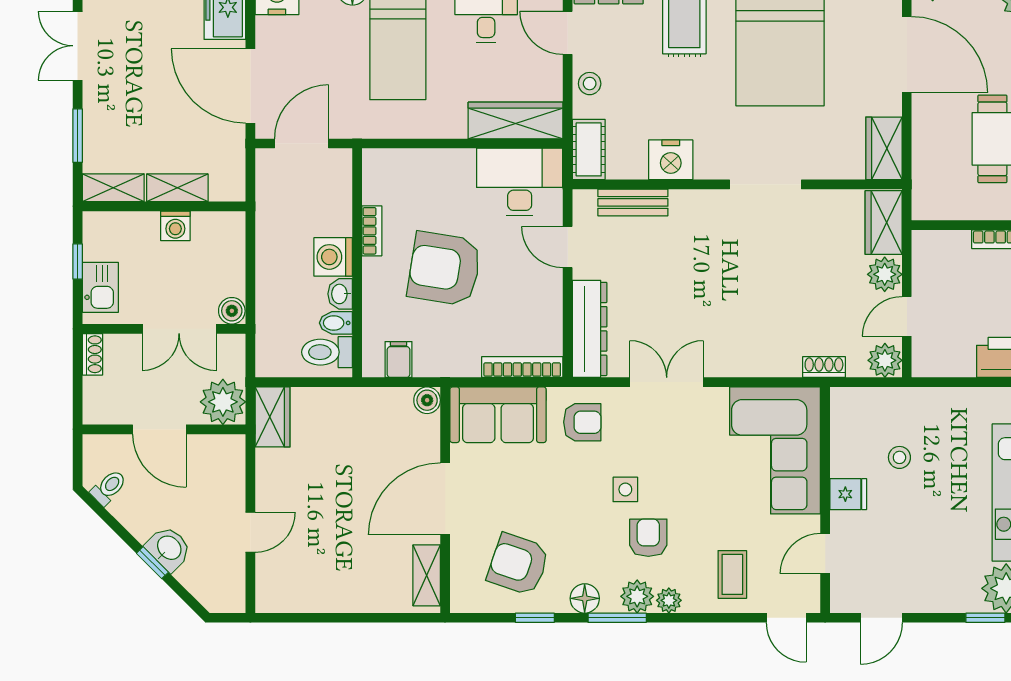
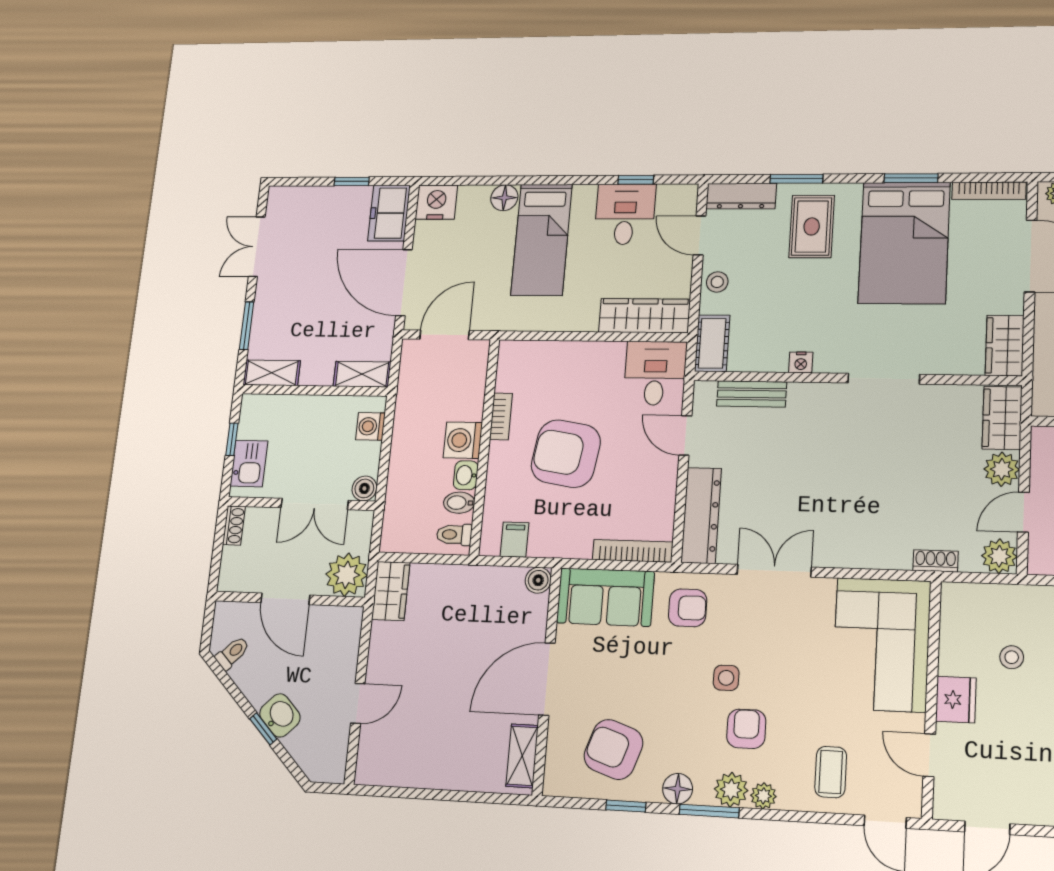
nightstand: (671, 160) -> (801, 362), width x0.53, depth x0.56
desk: (520, 182) -> (655, 373), width x0.73
shelving: (177, 188) -> (362, 374), moved
washing machine: (175, 226) -> (370, 426), moved, turned 90
toilet: (327, 352) -> (454, 535), width x0.73, depth x0.72
fridge: (848, 494) -> (956, 700), width x1.38
door: (825, 554) -> (929, 755), hinge flipped

